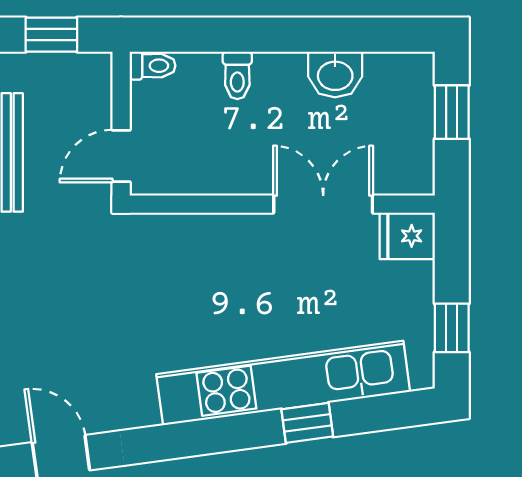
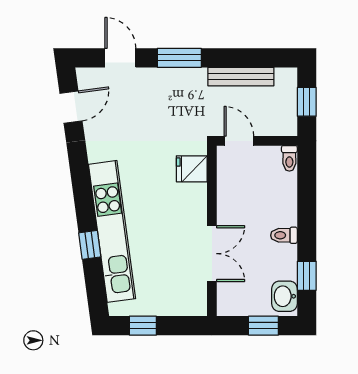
window: (363, 35) -> (307, 276), added
washbasin: (335, 74) -> (284, 296), moved
toilet: (237, 75) -> (284, 235), moved
fridge: (407, 236) -> (192, 169), moved, turned -90

